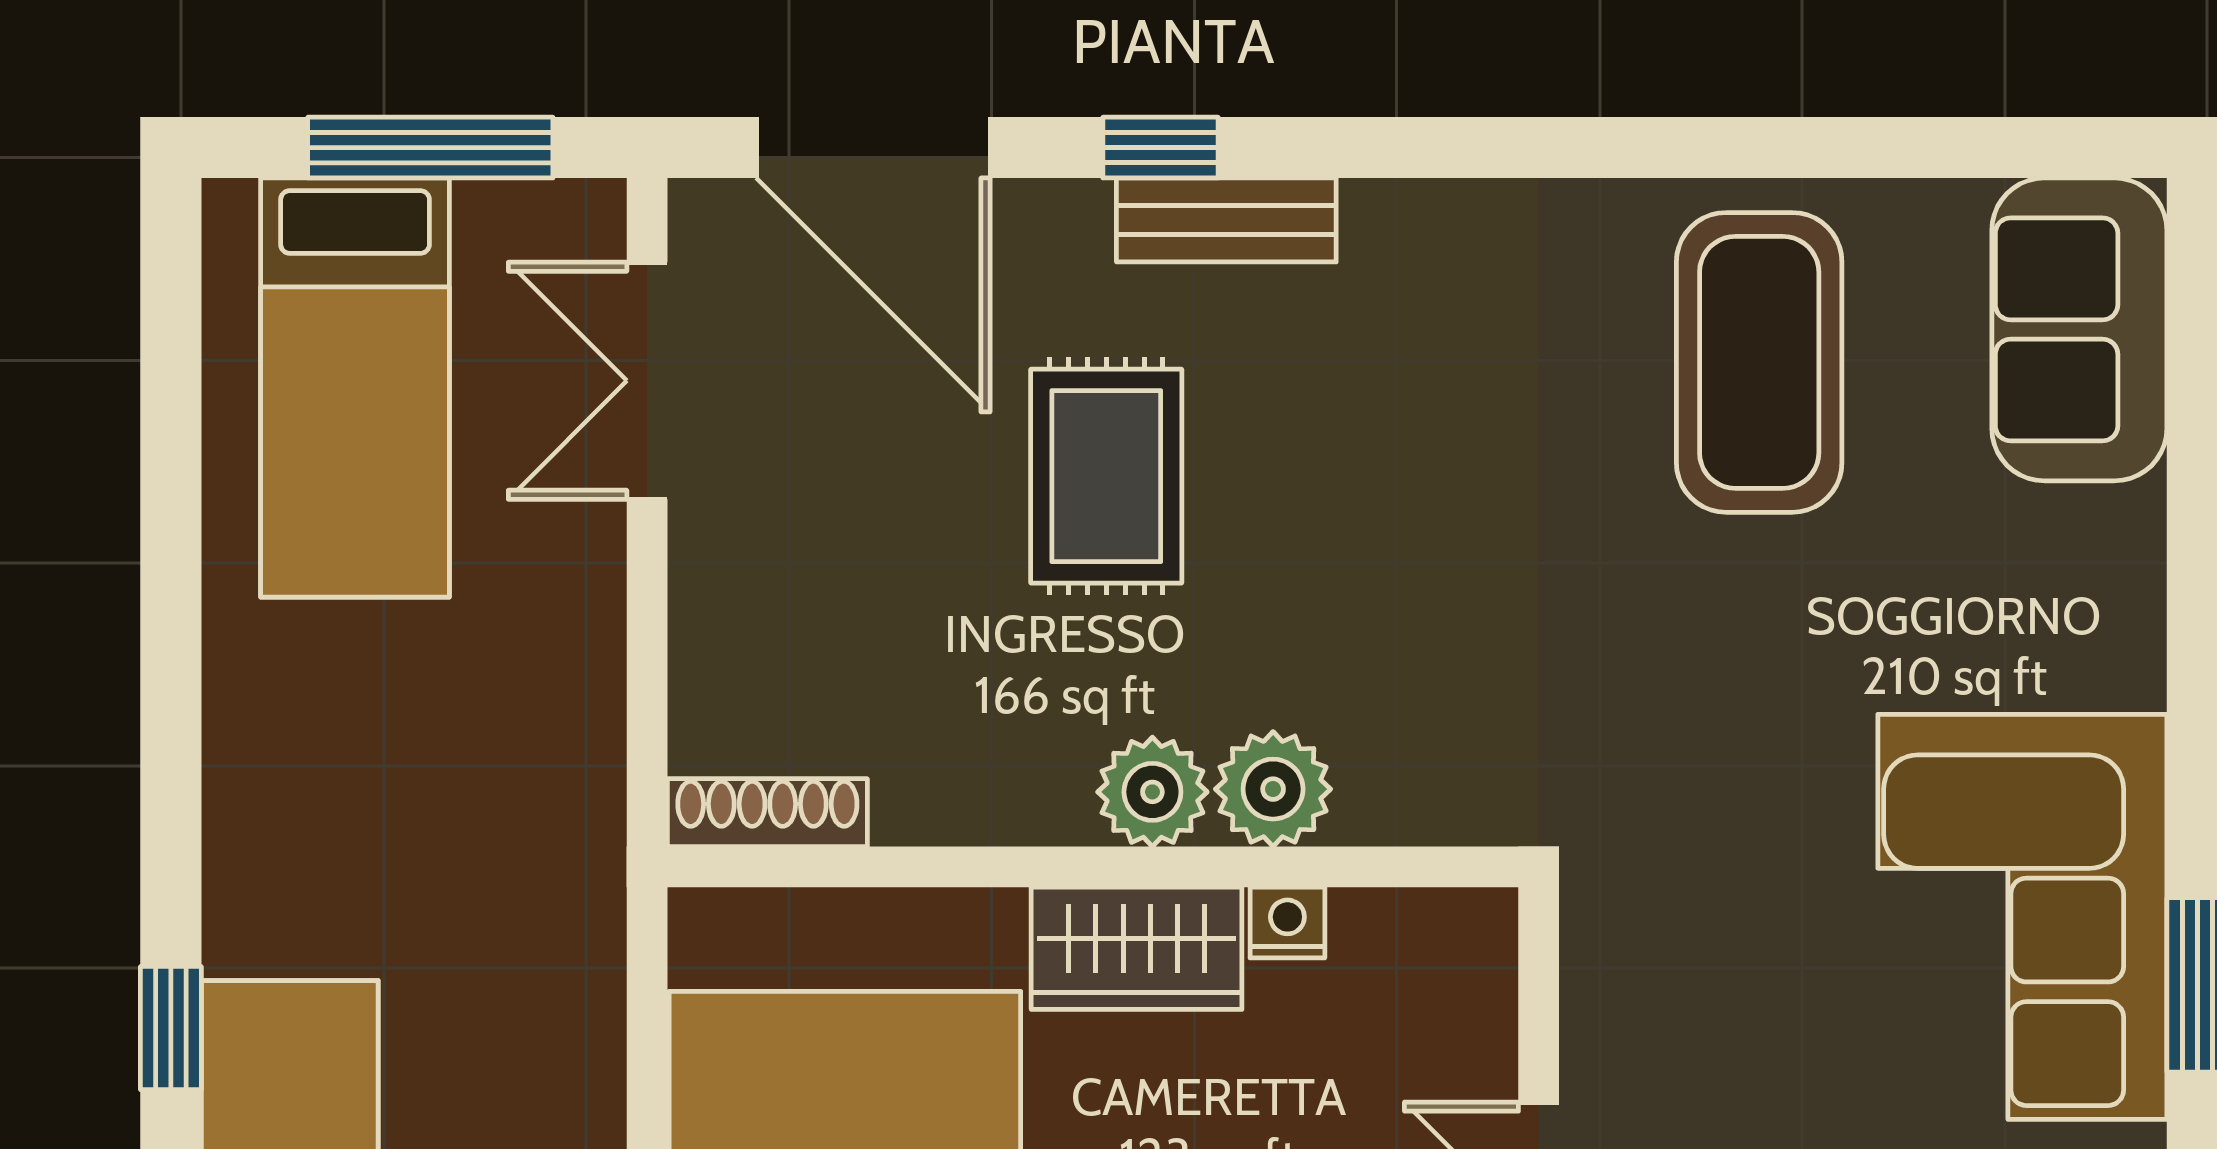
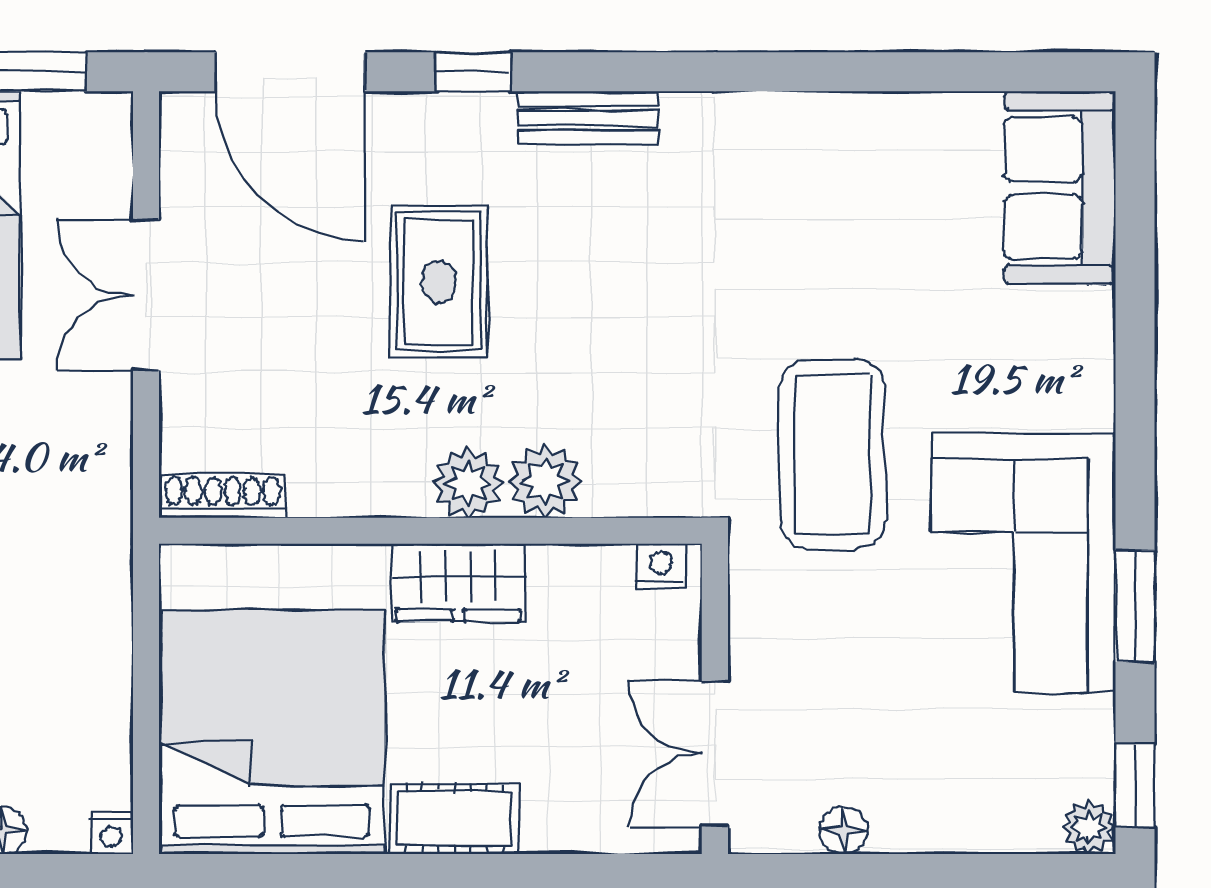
bench: (1226, 220) -> (588, 118), moved
coffee table: (1759, 362) -> (832, 454), moved
double door: (647, 381) -> (146, 295), moved
nightstand: (1287, 923) -> (661, 566), moved

